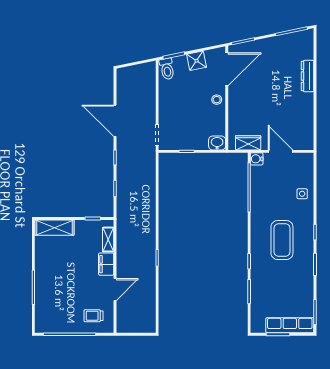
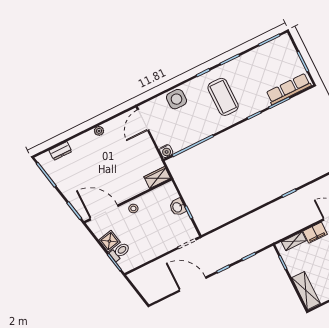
toilet: (167, 69) -> (120, 252), moved
dresser: (307, 76) -> (60, 151), moved, width x0.70
plant: (308, 103) -> (99, 131), added
door: (115, 121) -> (193, 284), swing flipped
washbasin: (217, 143) -> (178, 207), moved
wardrobe: (248, 143) -> (157, 177), moved, turned 90
door: (280, 151) -> (143, 120), moved
side table: (302, 194) -> (176, 99), width x1.87, depth x1.87
coffee table: (282, 240) -> (223, 97), turned 90
row of seats: (290, 325) -> (289, 89), moved, turned 90

